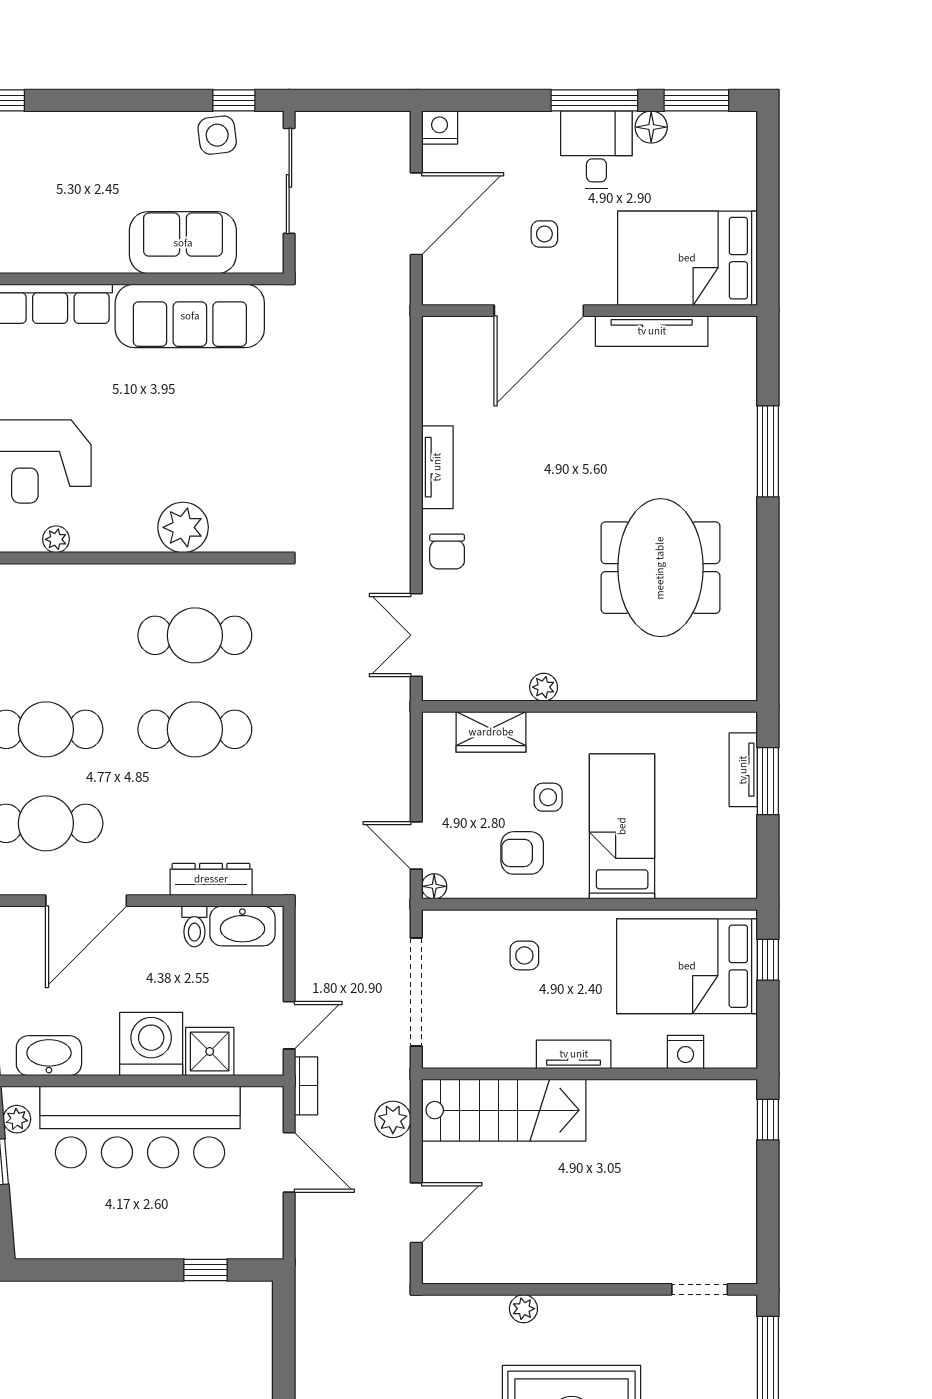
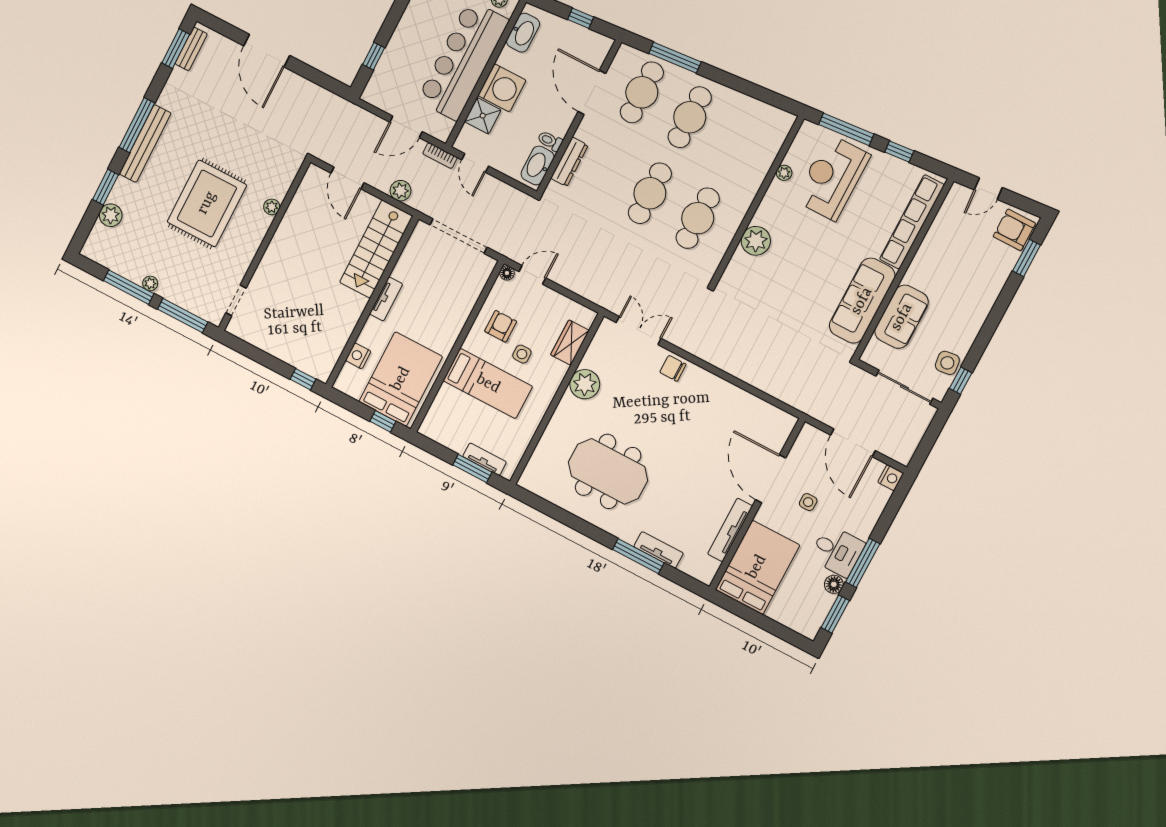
tv unit: (437, 467) -> (659, 550), moved, turned 180
plant: (544, 687) -> (585, 384), width x1.88, depth x1.88
side table: (524, 955) -> (448, 300), removed

